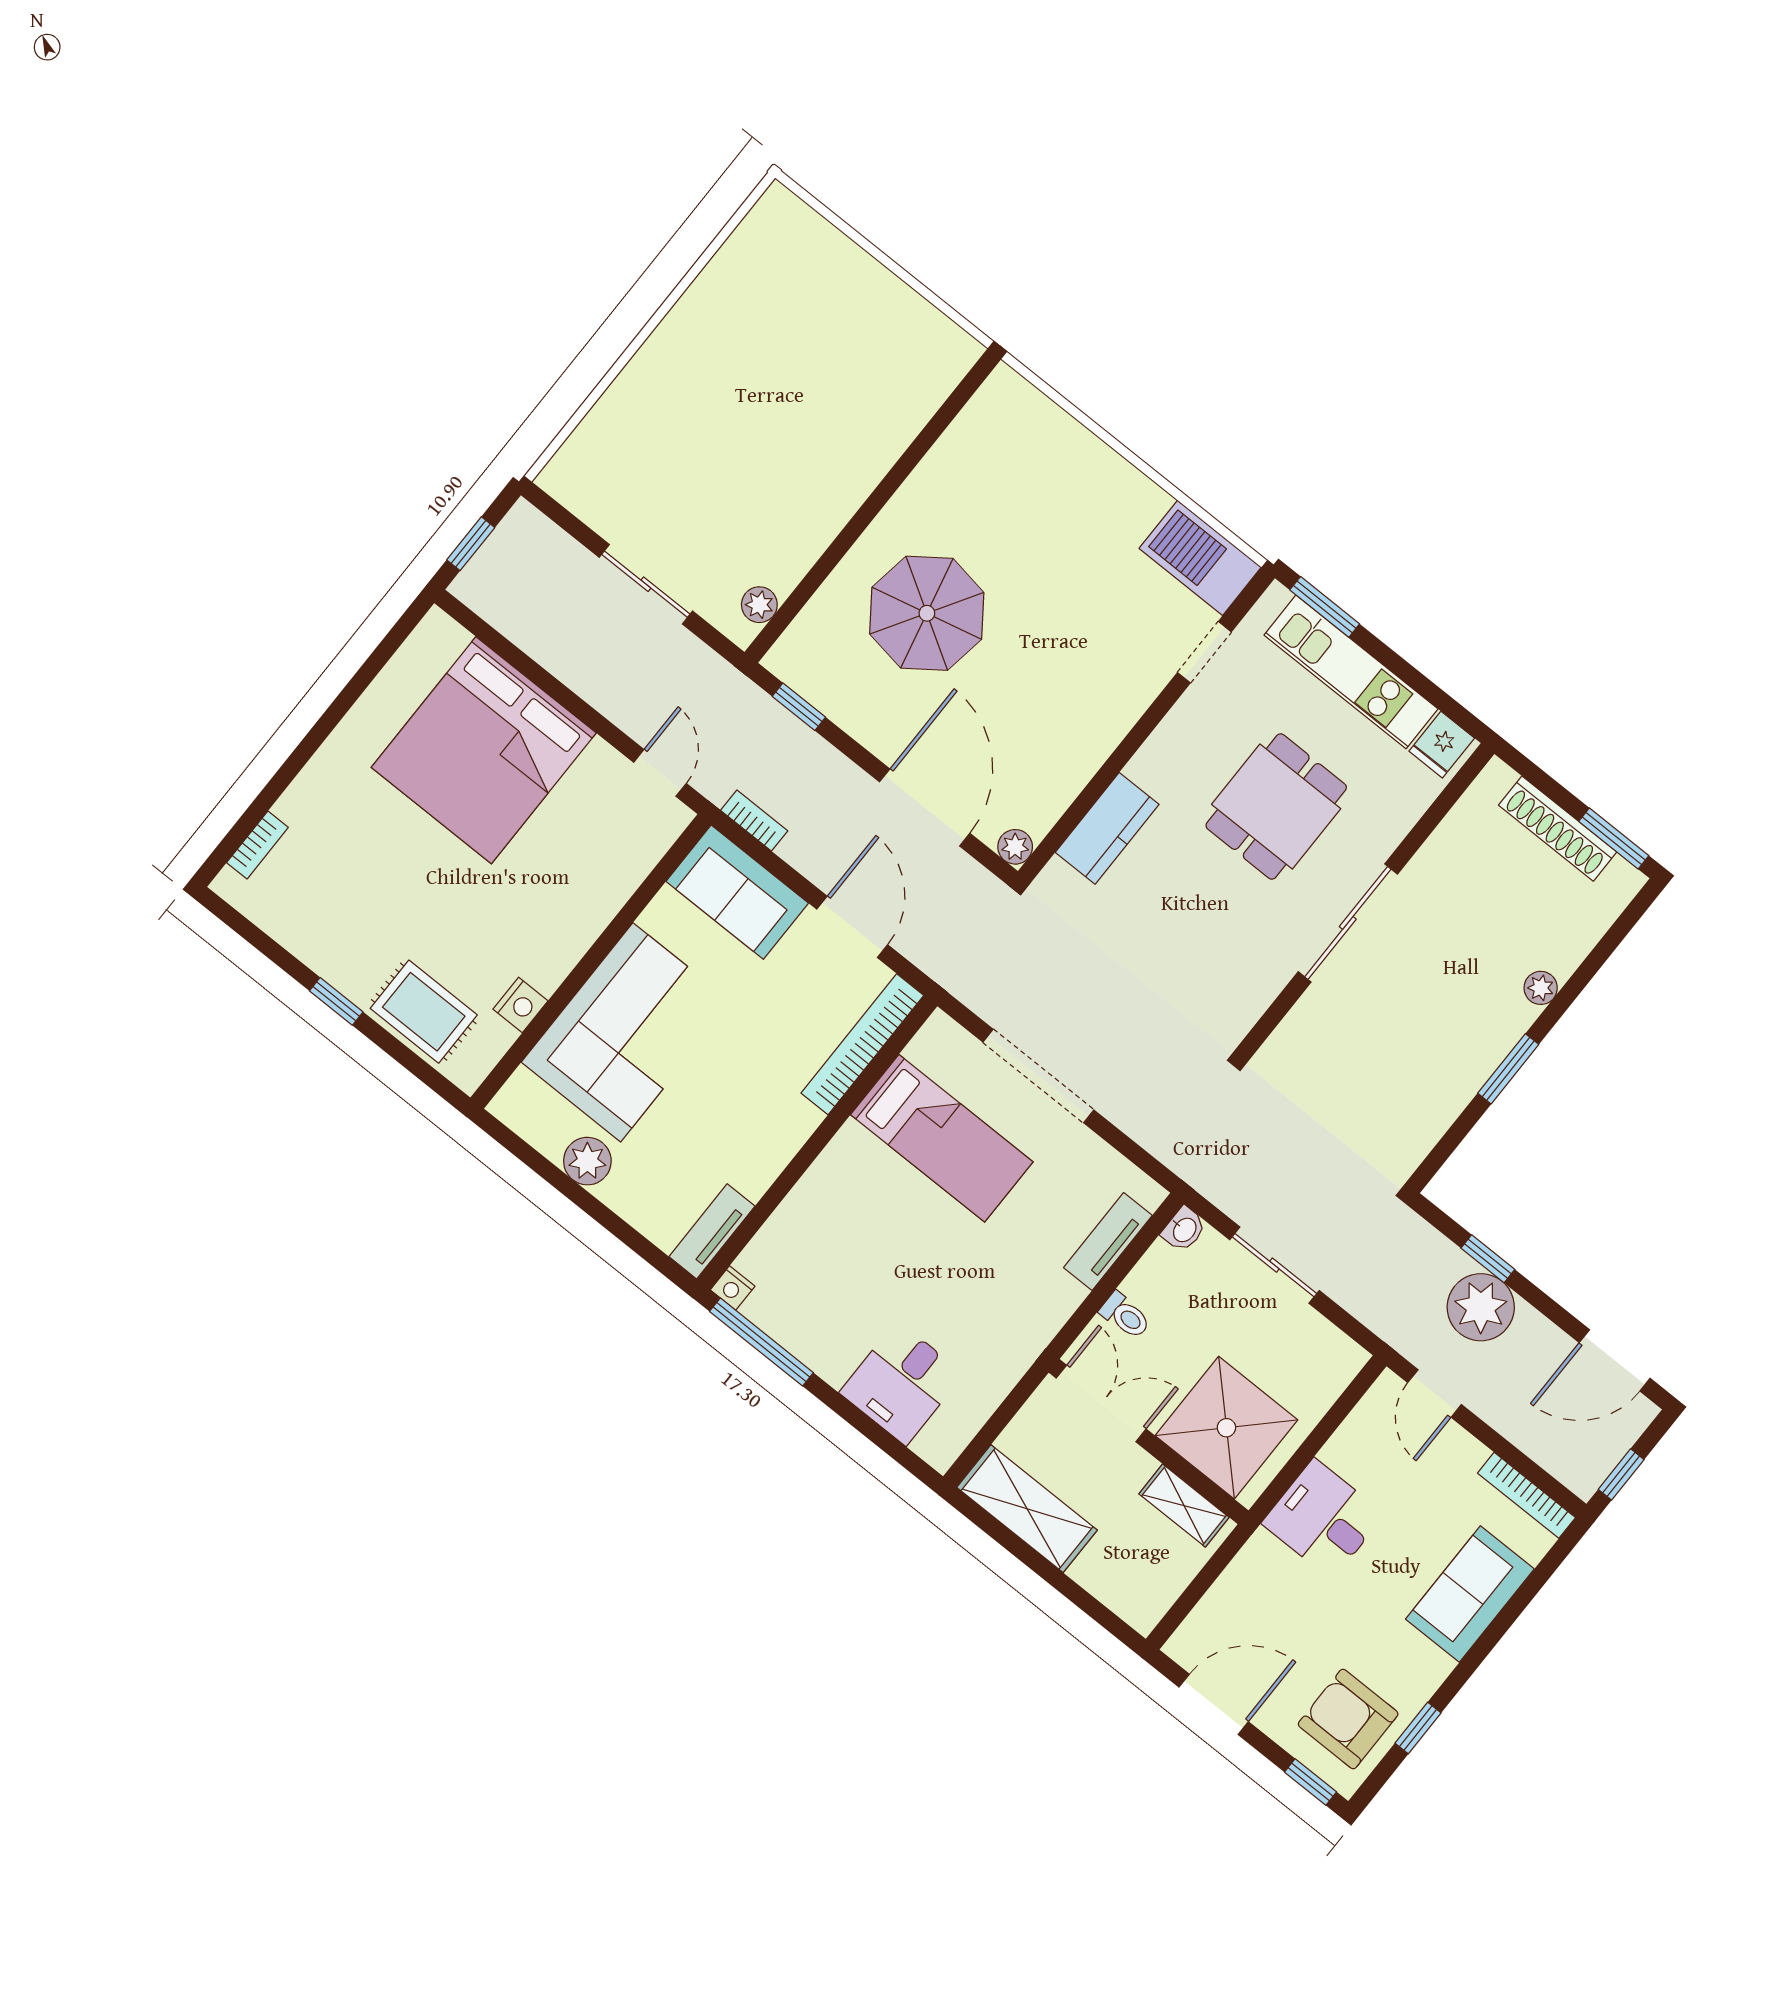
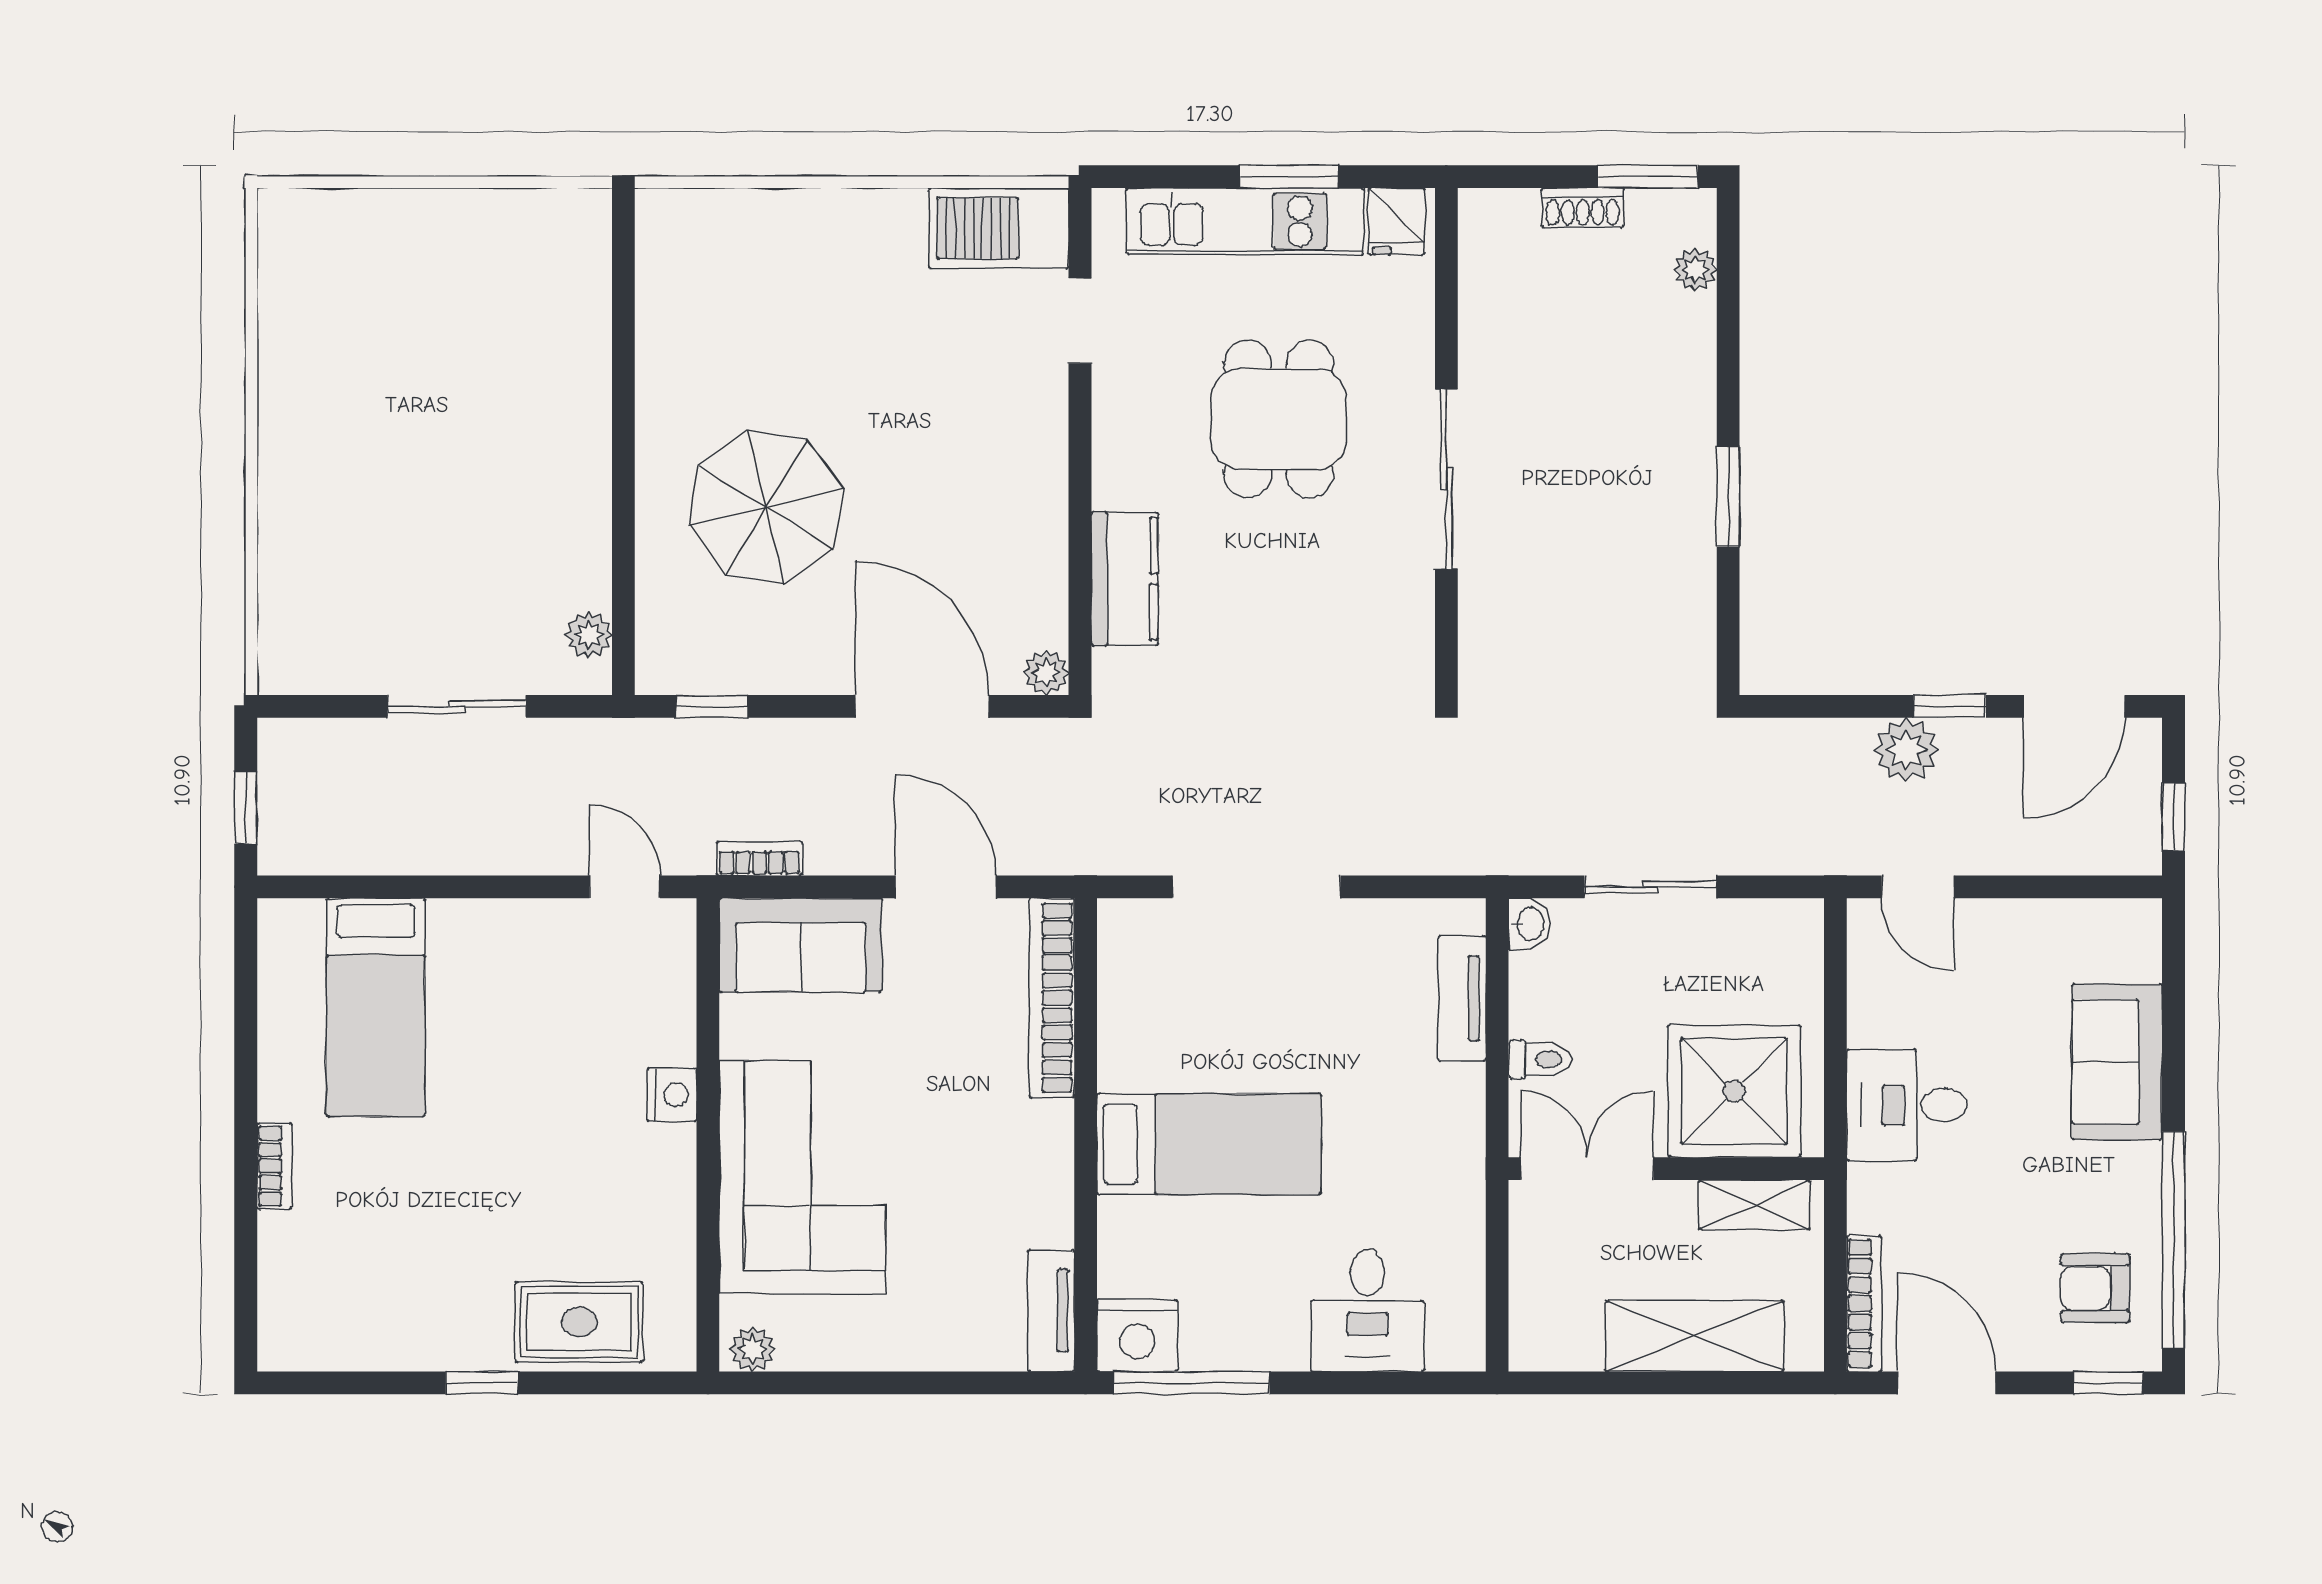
window: (1325, 607) -> (1289, 177), moved
bed: (484, 750) -> (376, 1007), width x0.49
shoe rack: (1558, 829) -> (1583, 208), width x0.51, depth x0.81
bookcase: (257, 845) -> (274, 1166), moved
plant: (1541, 988) -> (1695, 270), moved
nightstand: (520, 1005) -> (672, 1095), moved
bed: (942, 1138) -> (1209, 1144), moved
plant: (587, 1161) -> (753, 1349), moved, width x0.73, depth x0.73
window: (1488, 1259) -> (1950, 706), moved
nightstand: (733, 1288) -> (1137, 1335), width x1.89, depth x1.79
plant: (1481, 1307) -> (1906, 750), width x0.73, depth x0.73
bookcase: (1526, 1495) -> (1864, 1303), moved, turned -90
shelving: (1027, 1509) -> (1695, 1336), moved
door: (1214, 1704) -> (1946, 1383), hinge flipped
armchair: (1348, 1719) -> (2095, 1288), width x0.72, depth x0.72
window: (1418, 1728) -> (2173, 1240), width x3.17

